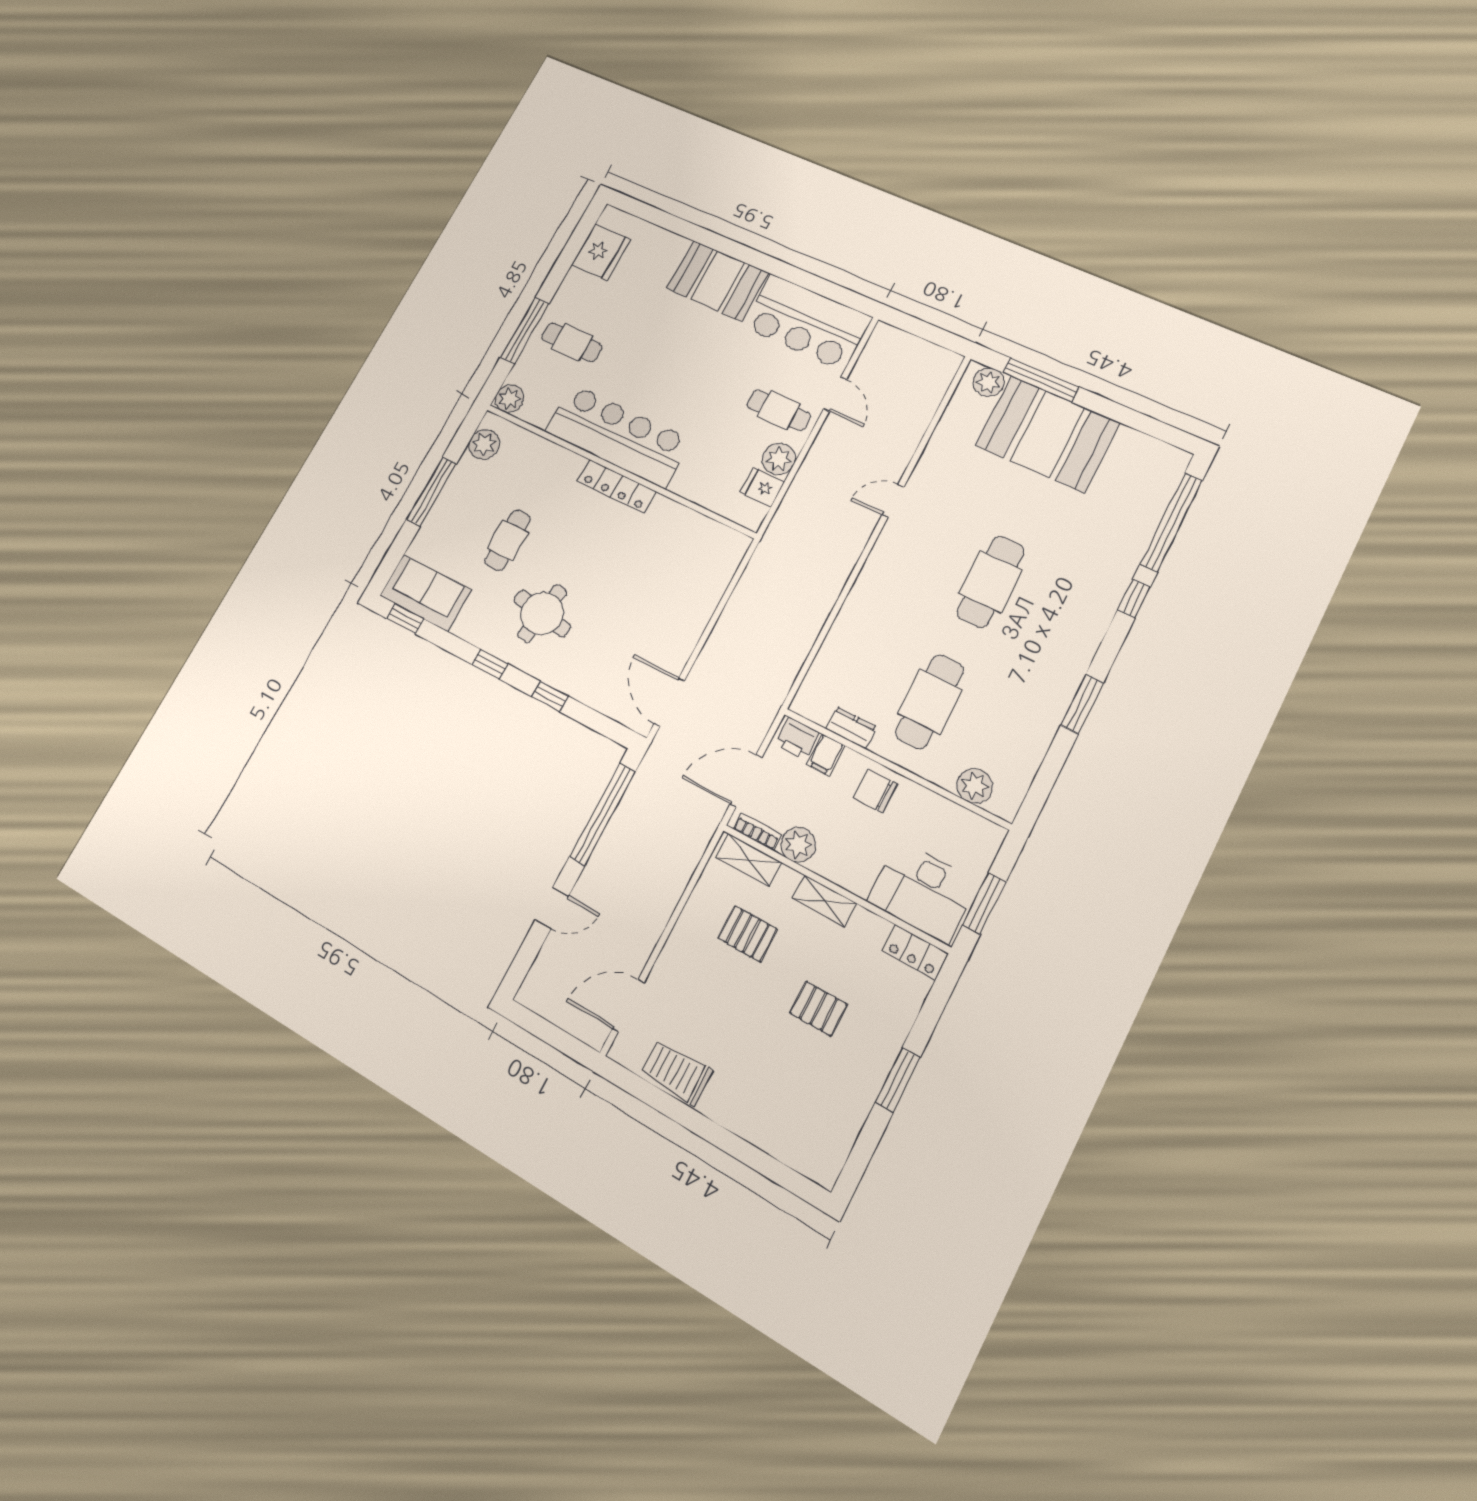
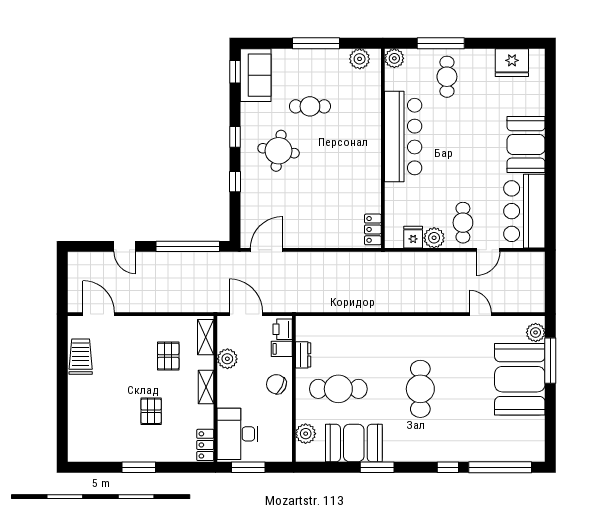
locker: (616, 486) -> (373, 229), moved, width x0.66
door: (893, 501) -> (480, 314), moved
cafe table: (991, 582) -> (420, 389), turned 90
booth: (1026, 720) -> (354, 443), added
chair: (875, 791) -> (276, 384), turned -64
bookcase: (757, 831) -> (223, 334), removed

